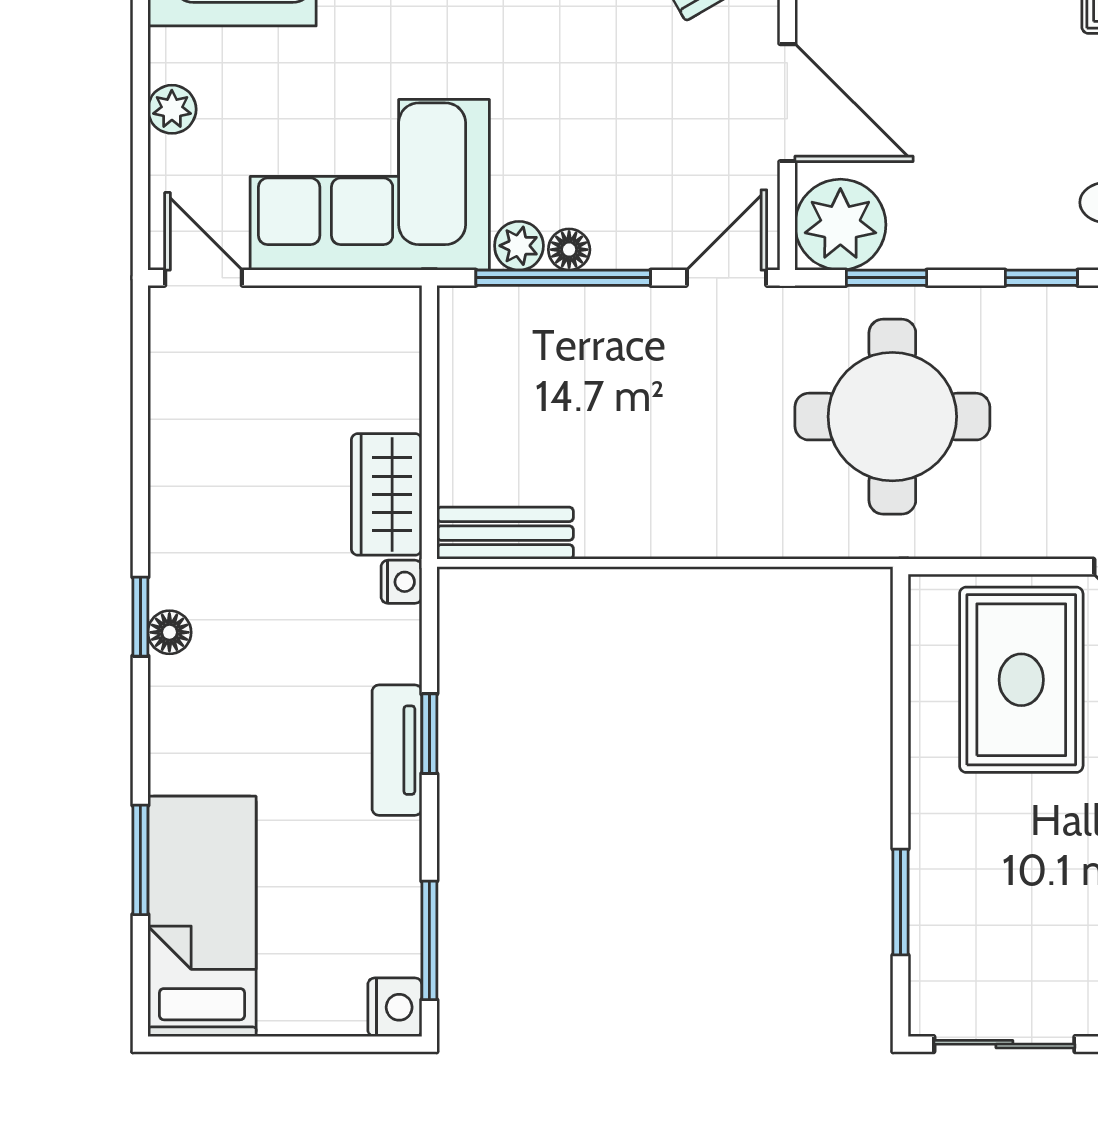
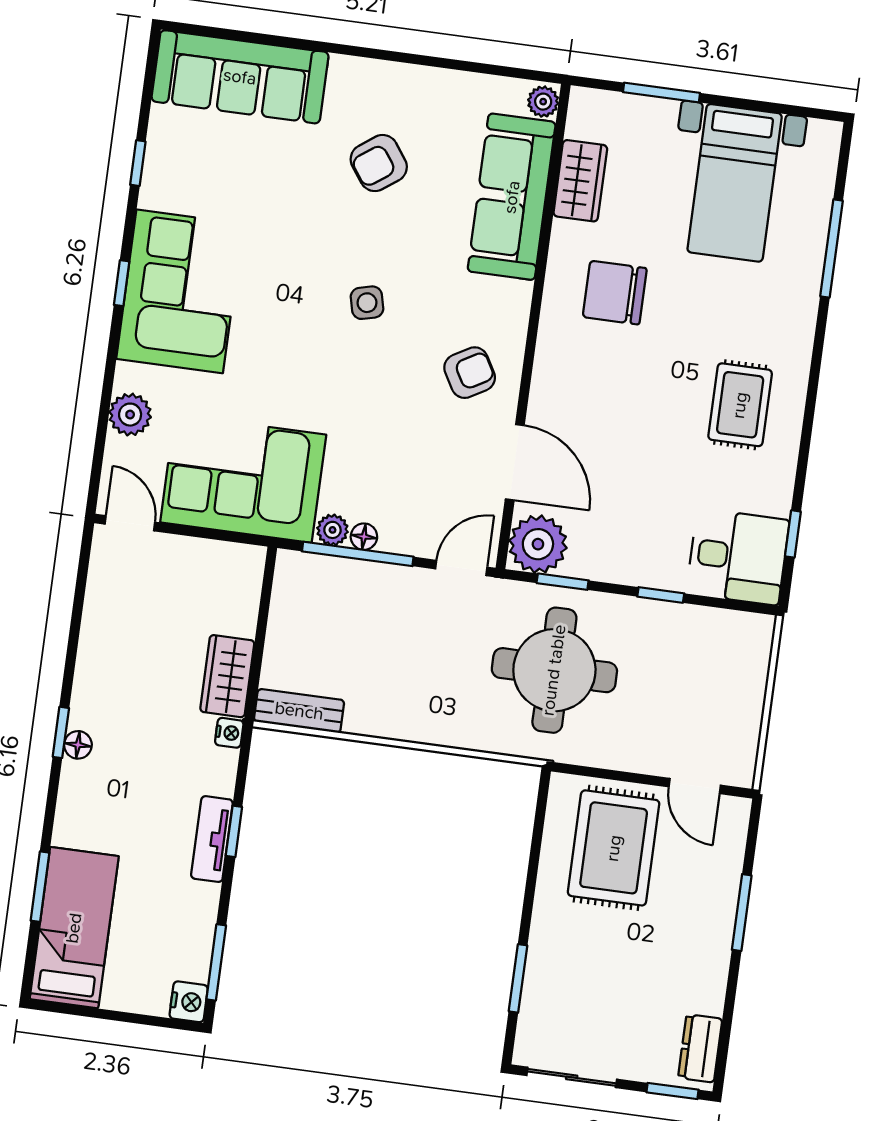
plant: (172, 109) -> (130, 415), width x1.38, depth x1.38

